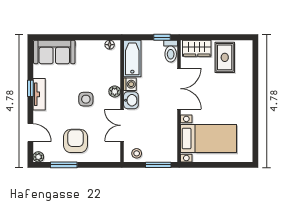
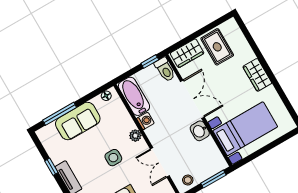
window: (62, 37) -> (60, 114), added
sofa: (54, 52) -> (78, 121), moved
window: (30, 88) -> (51, 167), moved
washbasin: (131, 100) -> (200, 131), moved, turned 180
wardrobe: (244, 100) -> (257, 75), added

